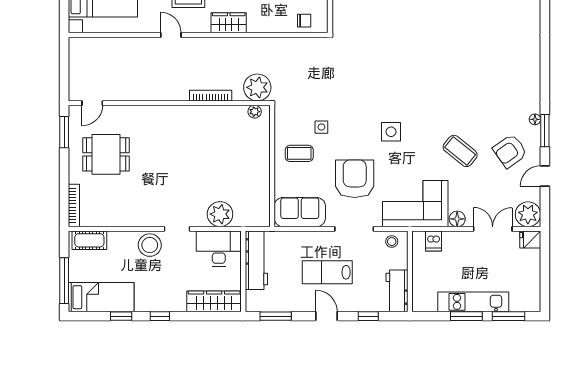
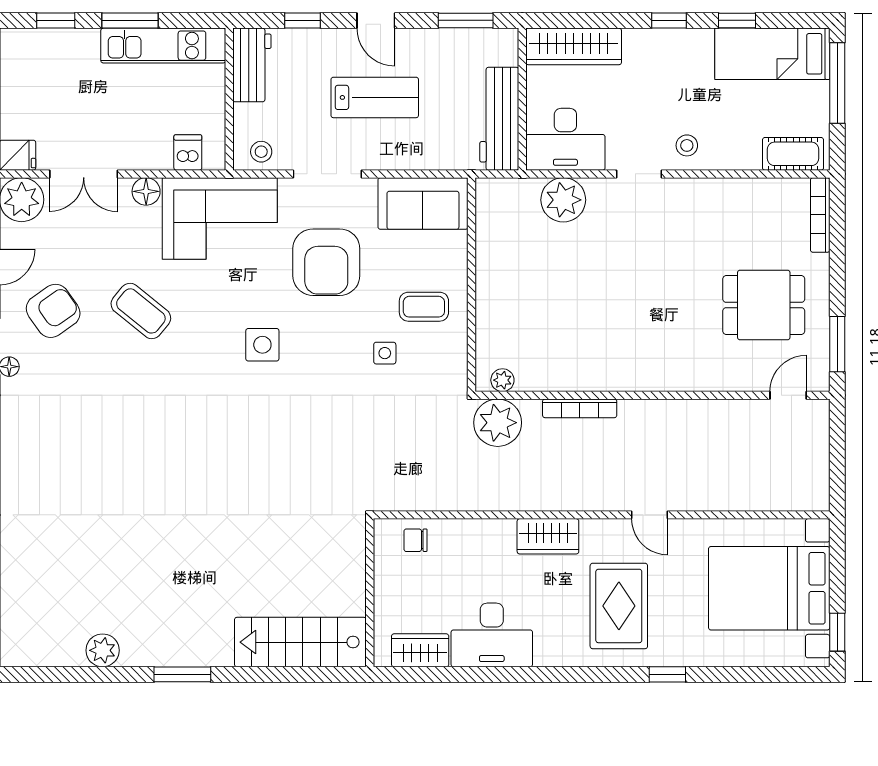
stool: (150, 245) -> (687, 145), width x0.53, depth x0.53
kitchen unit: (473, 302) -> (163, 46), moved
window: (509, 316) -> (56, 20), width x0.67

